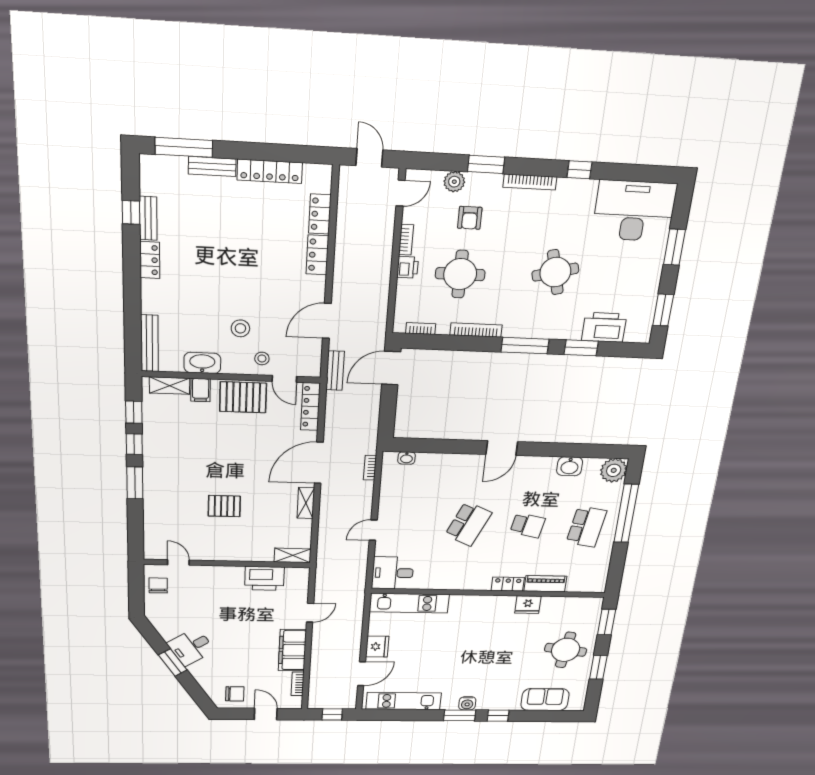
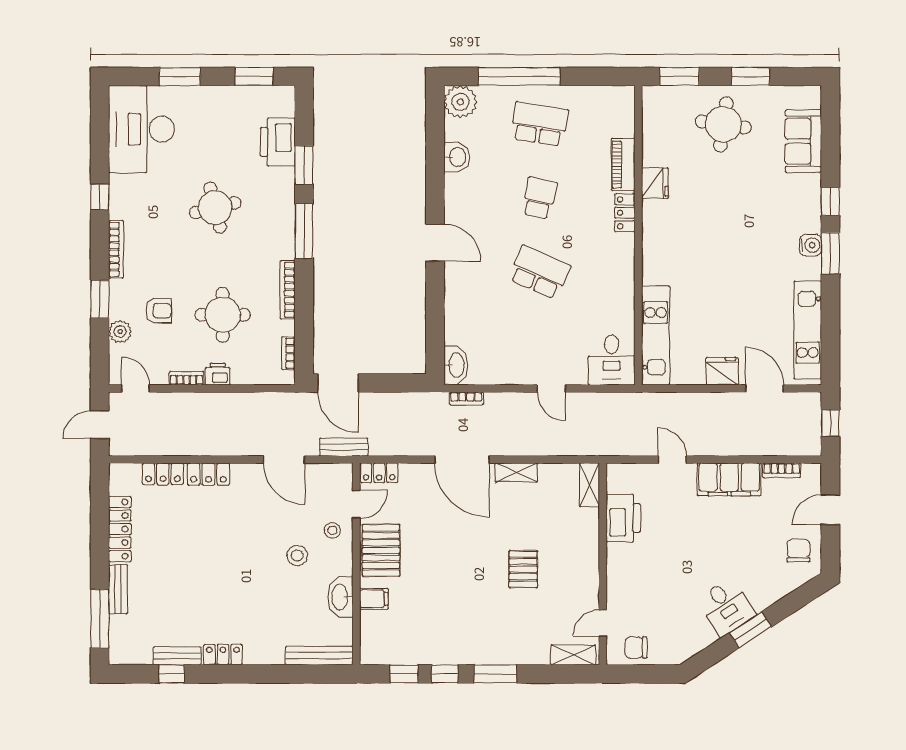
shelving: (170, 386) -> (573, 655), moved, turned 90
locker: (310, 407) -> (379, 473), width x0.66
washbasin: (407, 458) -> (456, 365), width x1.91, depth x1.45

